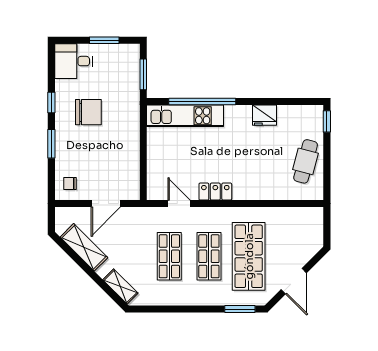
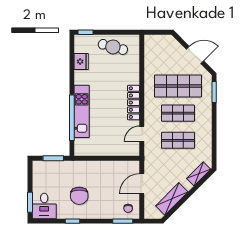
window: (104, 40) -> (30, 202), moved
chair: (88, 112) -> (79, 196), turned 180
fridge: (265, 115) -> (81, 62), moved
kitchen unit: (185, 116) -> (82, 111), moved
window: (51, 144) -> (123, 221), moved
locker: (215, 192) -> (134, 103), width x1.53
door: (106, 204) -> (142, 184), swing flipped

